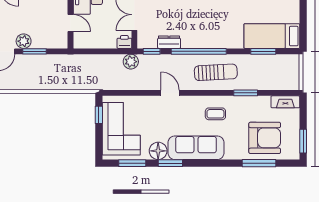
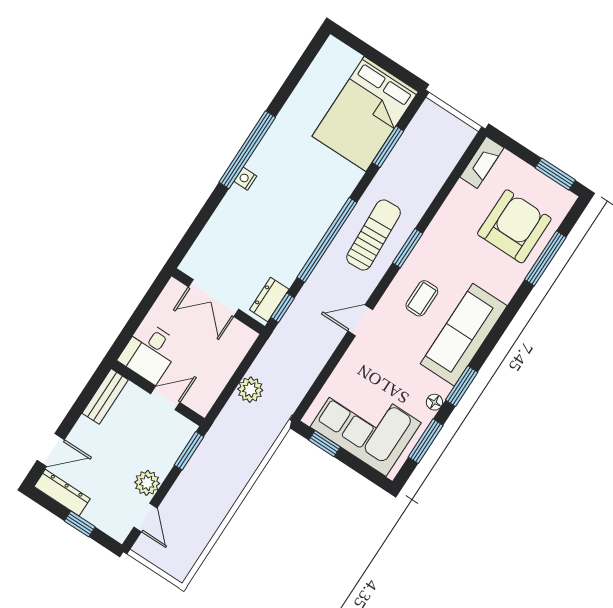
bed: (272, 36) -> (365, 114), width x1.50
printer: (124, 42) -> (244, 338), removed
dresser: (169, 42) -> (269, 300), moved
window: (35, 51) -> (189, 451), moved
plant: (131, 62) -> (250, 390), moved
window: (246, 93) -> (408, 248), moved
coffee table: (215, 114) -> (422, 298), moved
floor lamp: (158, 151) -> (434, 402), width x0.53, depth x0.53

